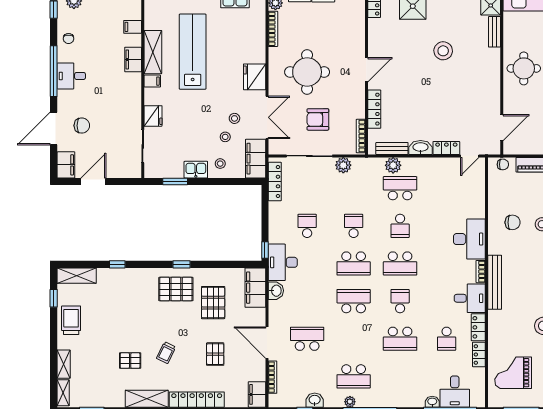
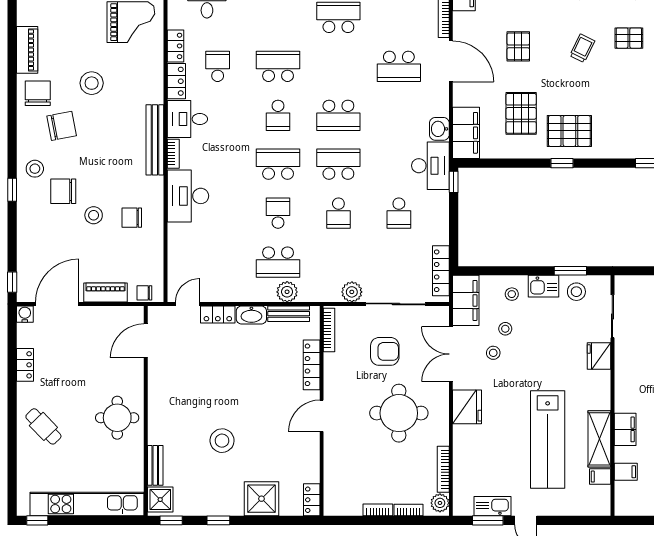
filing cabinet: (152, 81) -> (600, 477), moved
stool: (170, 165) -> (576, 292), added

